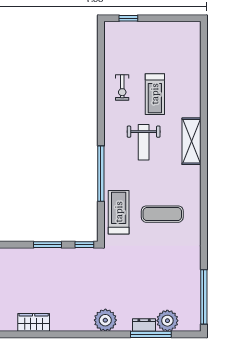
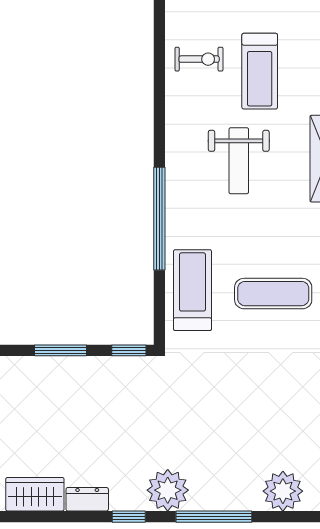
exercise bike: (122, 88) -> (199, 59), turned -90
dresser: (144, 325) -> (87, 499), moved
window: (84, 334) -> (129, 517), added
window: (151, 334) -> (214, 517), moved

